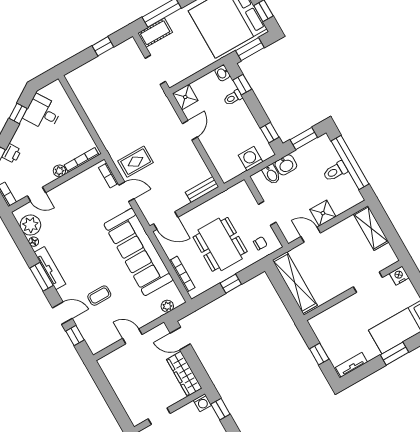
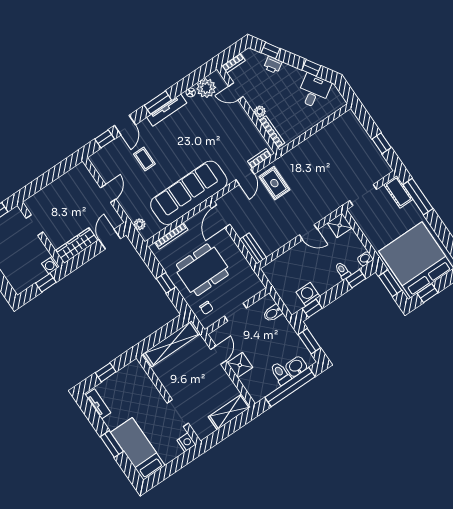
washing machine: (250, 159) -> (308, 294), moved, turned -90
washbasin: (286, 165) -> (296, 367), moved, turned 90
door: (36, 194) -> (236, 91), hinge flipped

